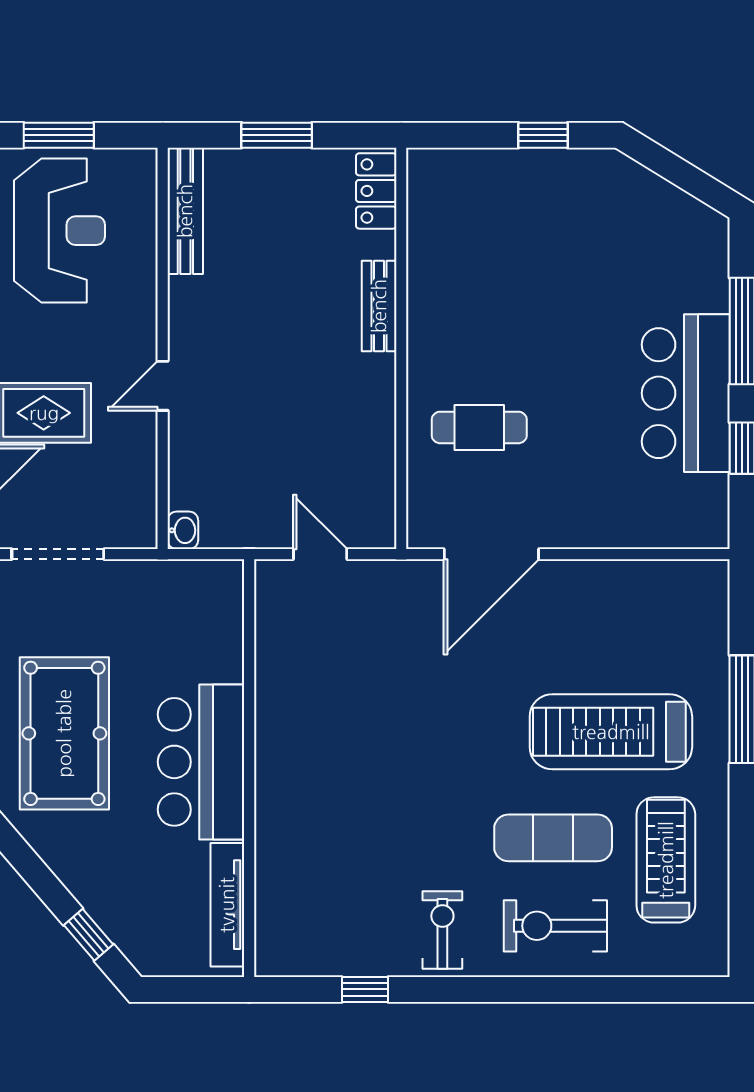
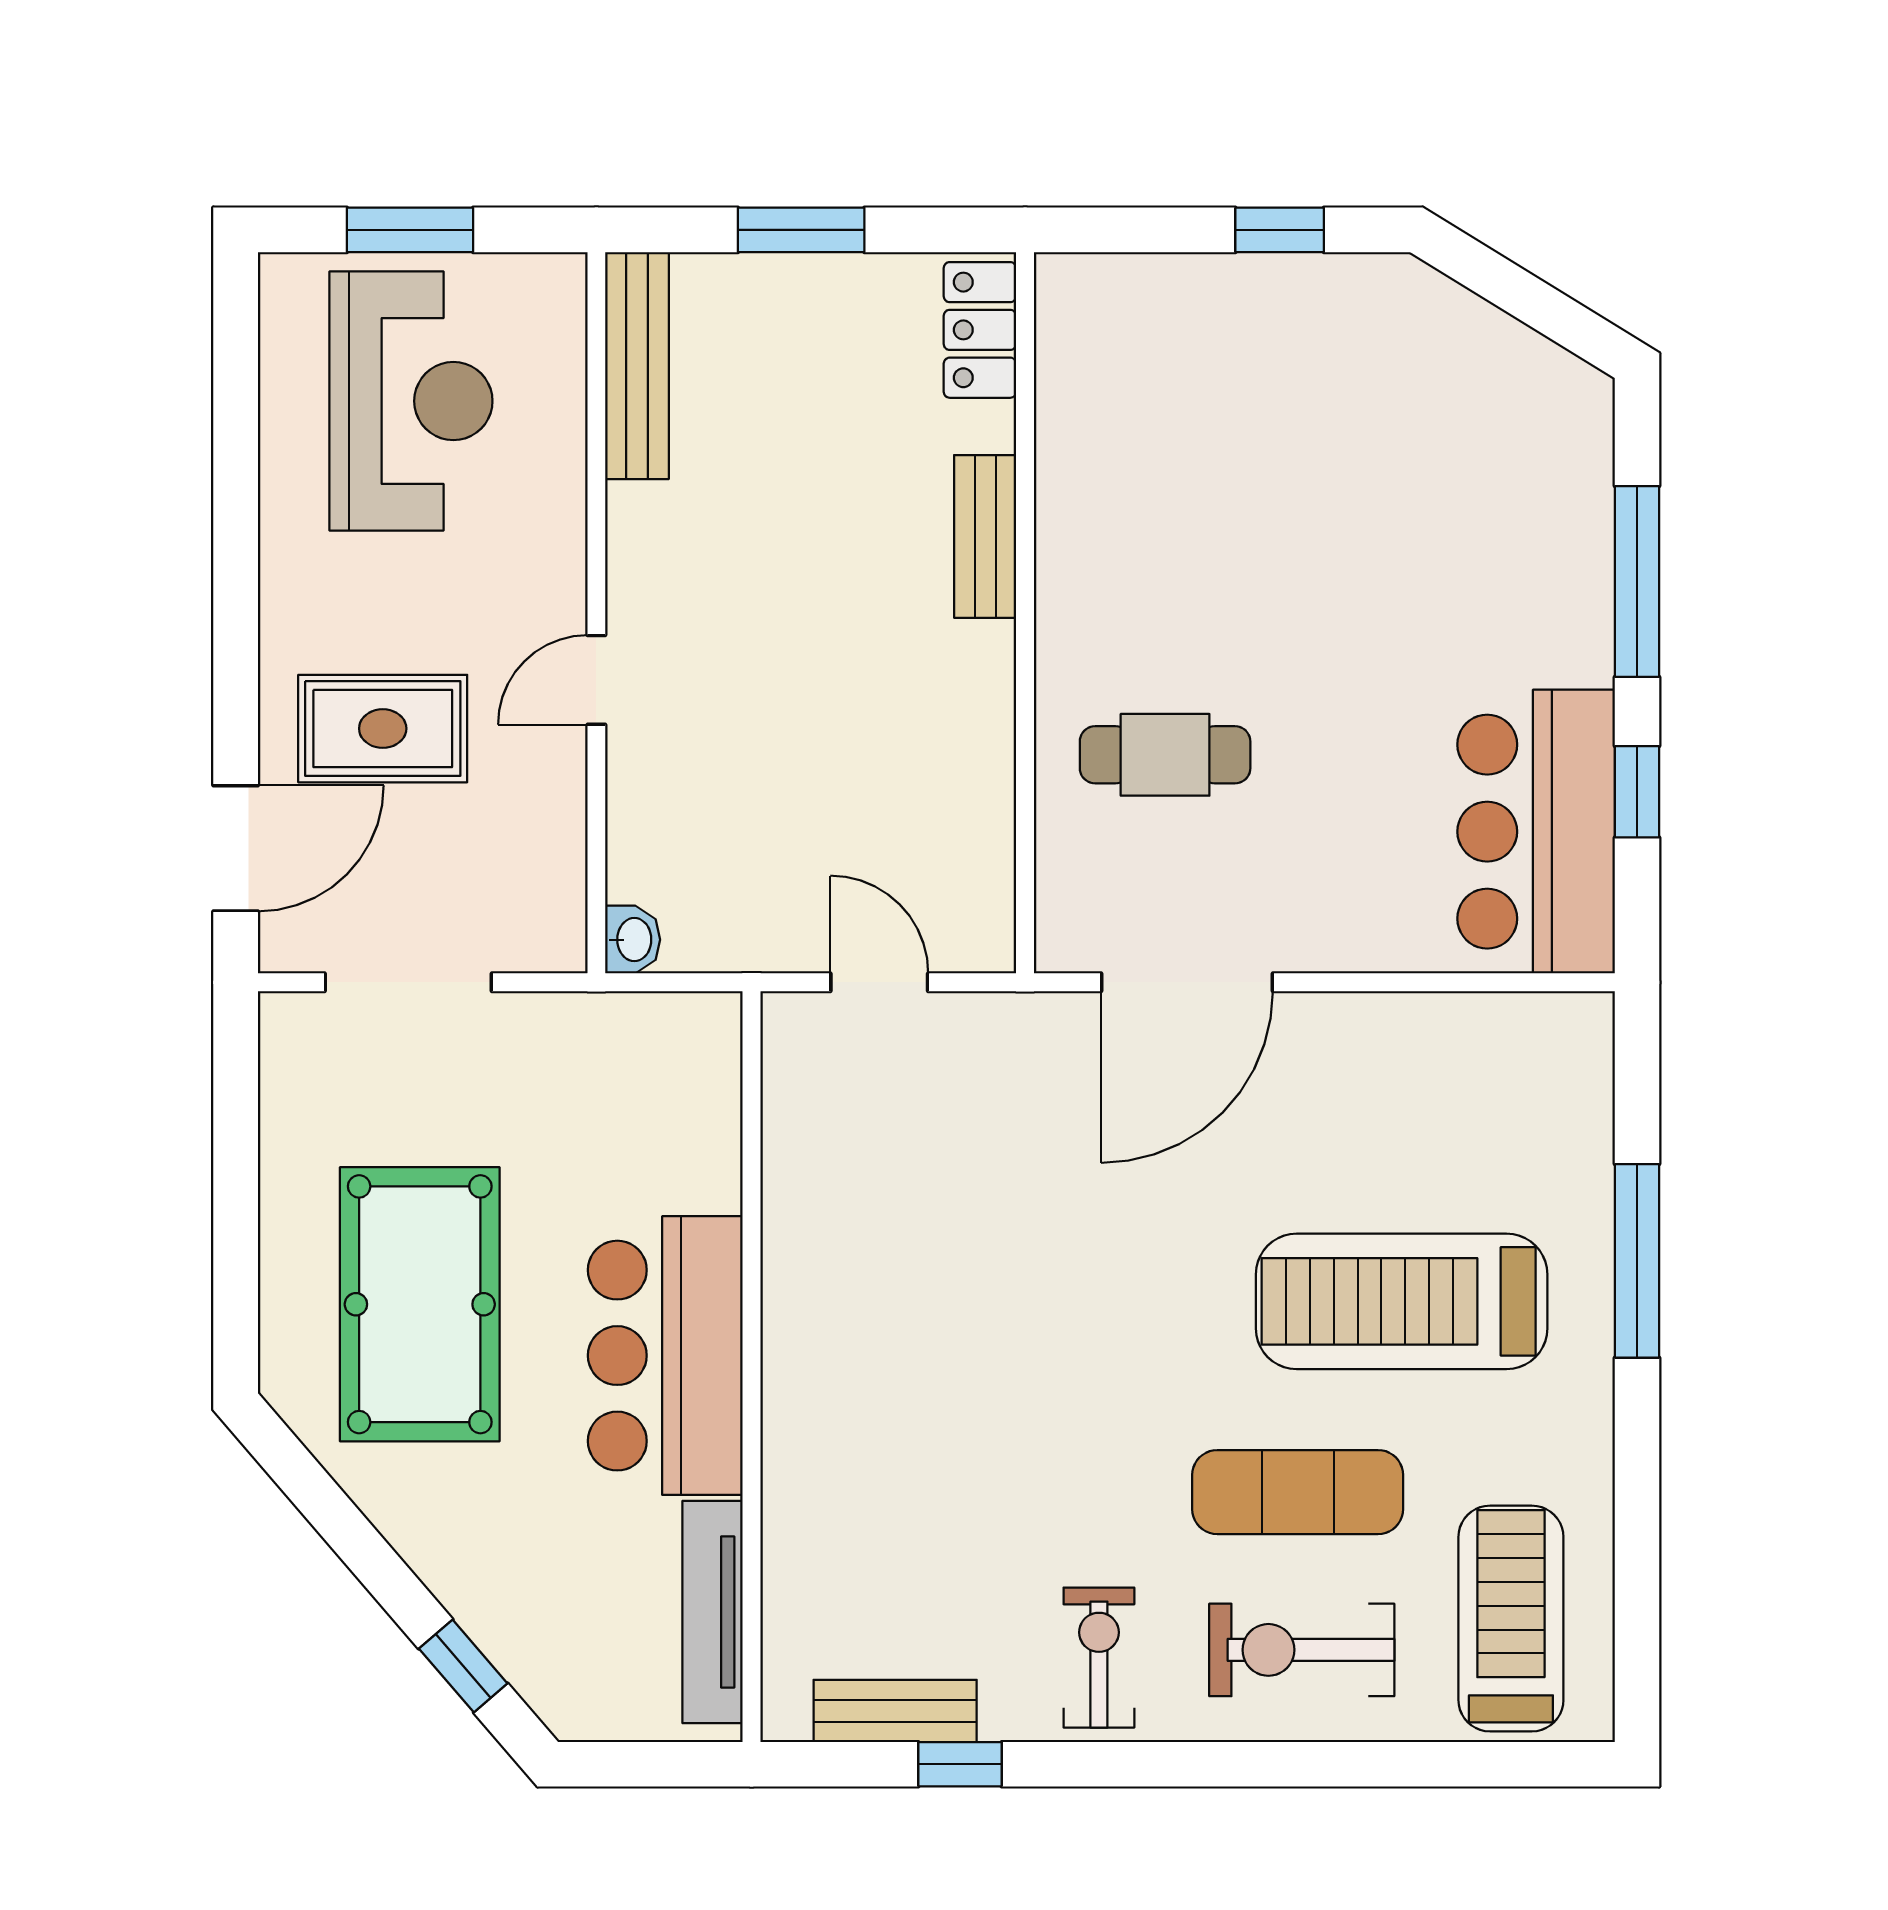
bar counter: (686, 393) -> (1536, 832), moved
treadmill: (666, 860) -> (1511, 1619), moved
bench: (329, 960) -> (895, 1711), added

